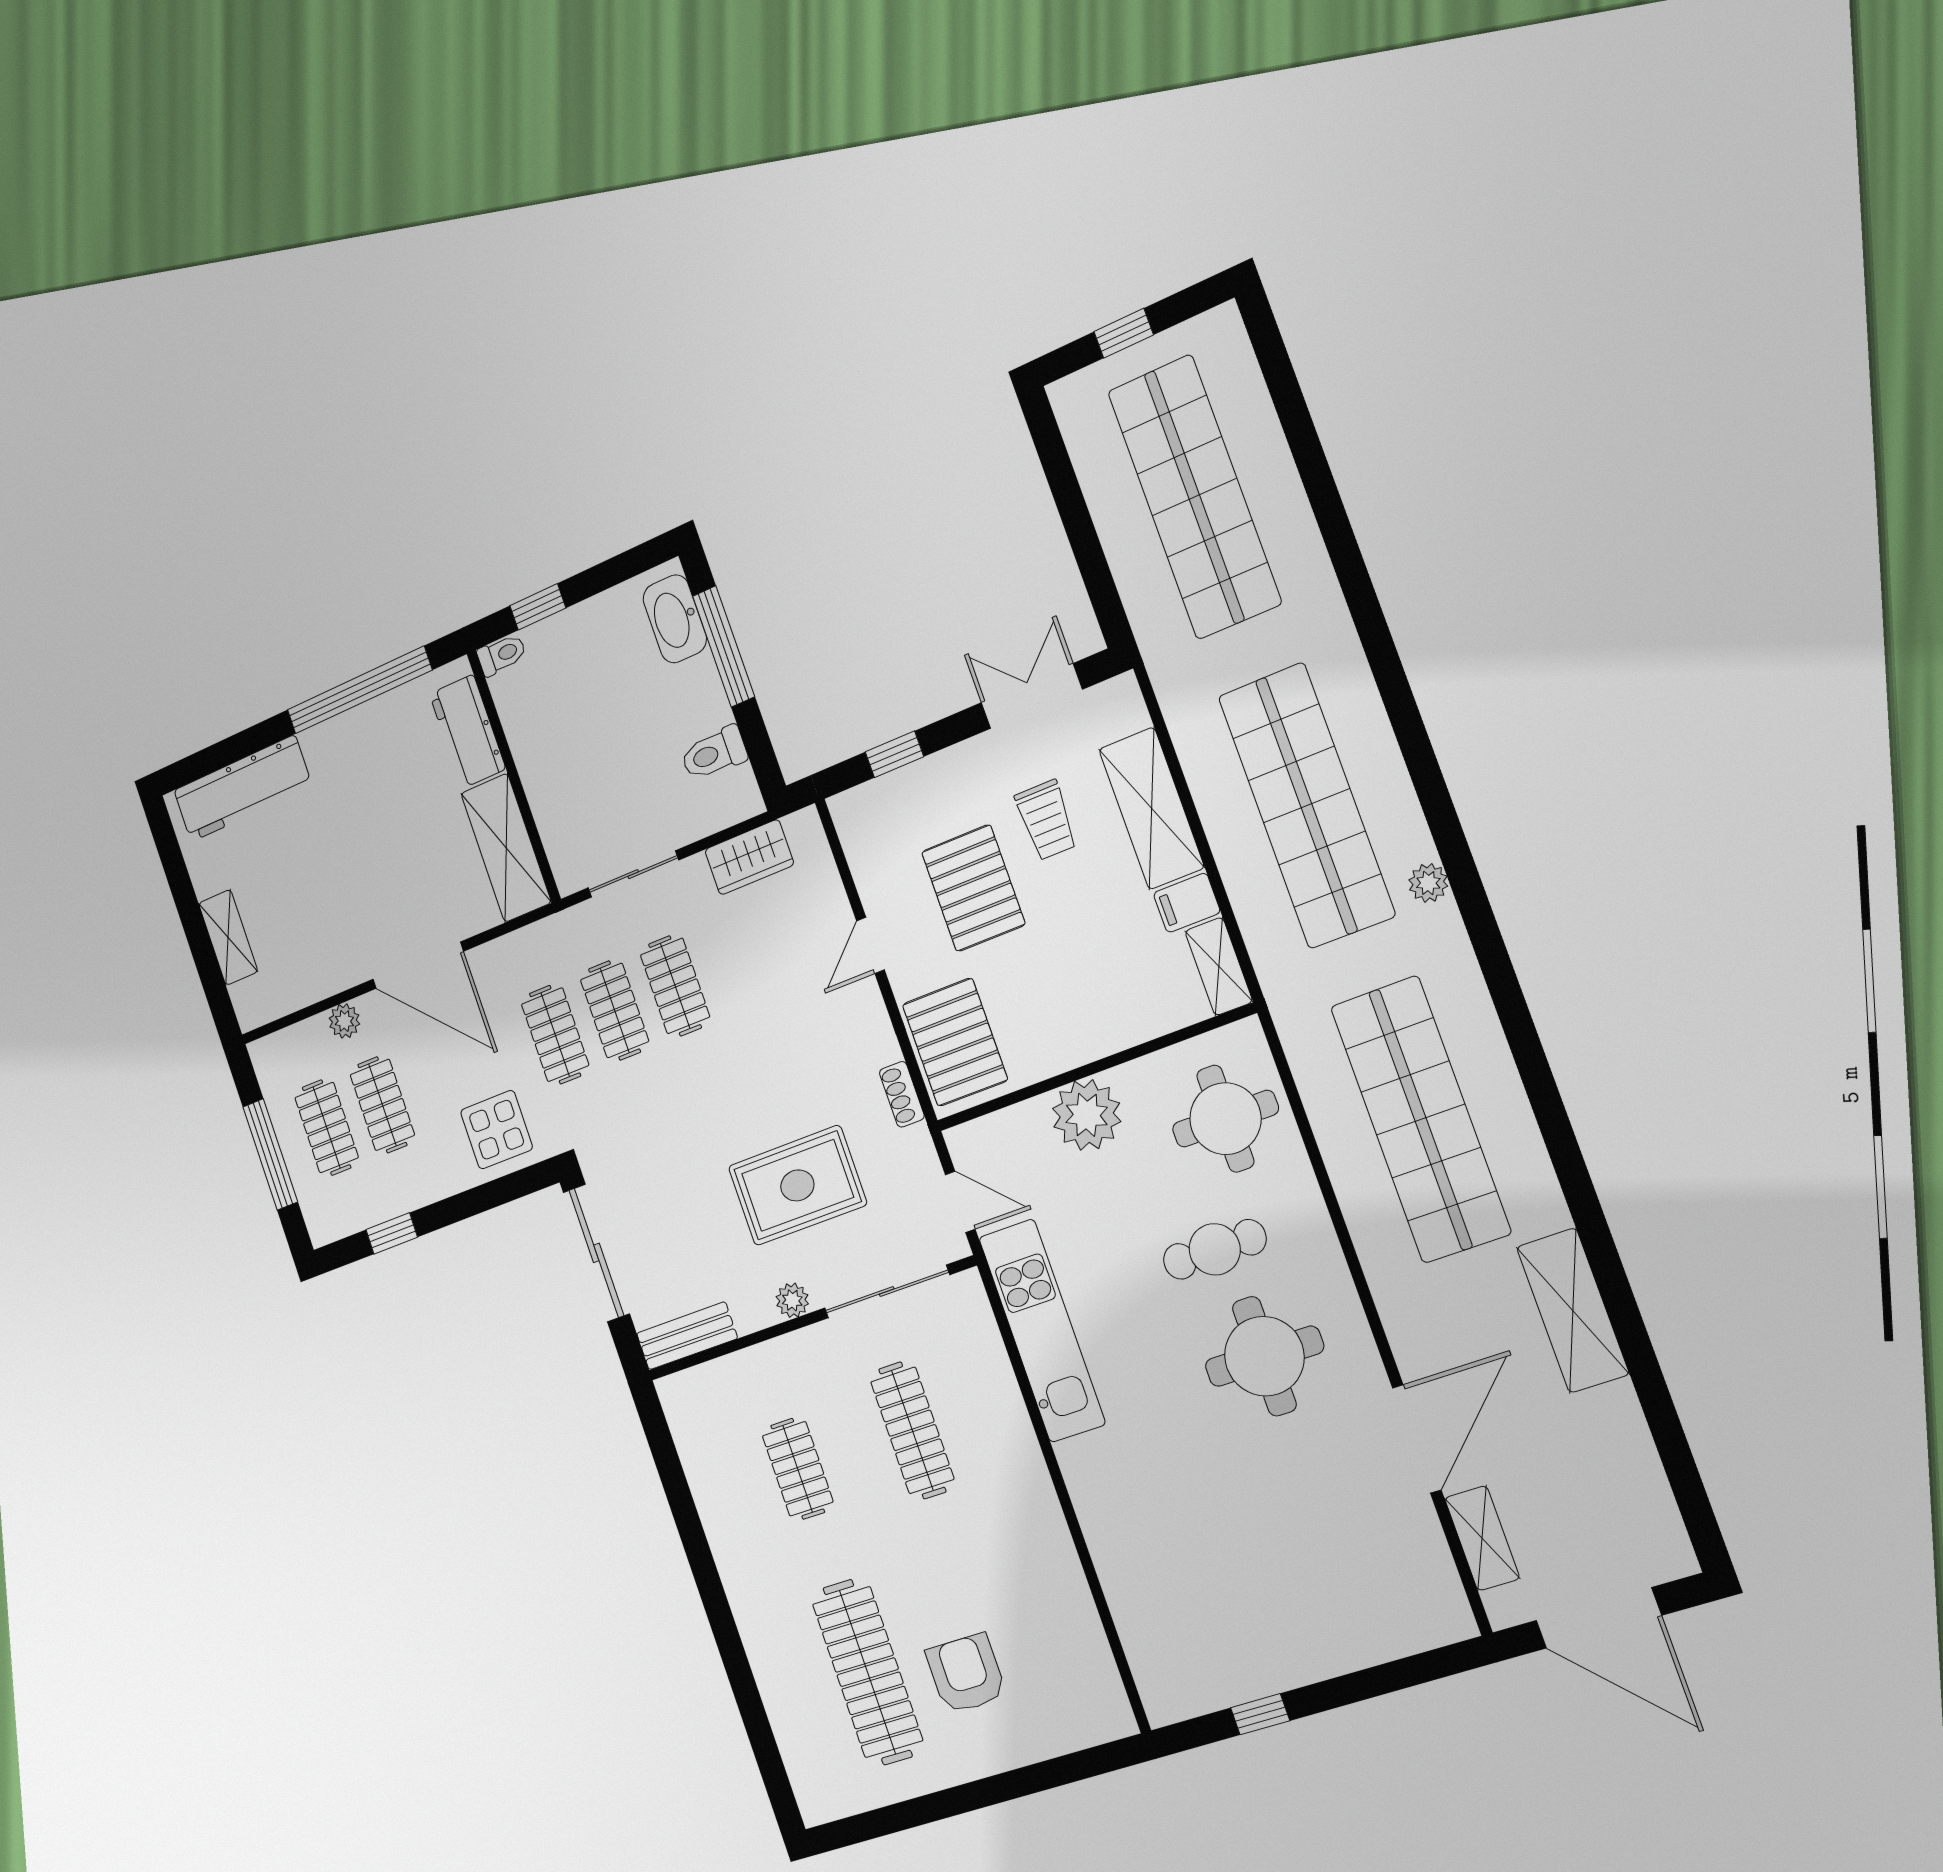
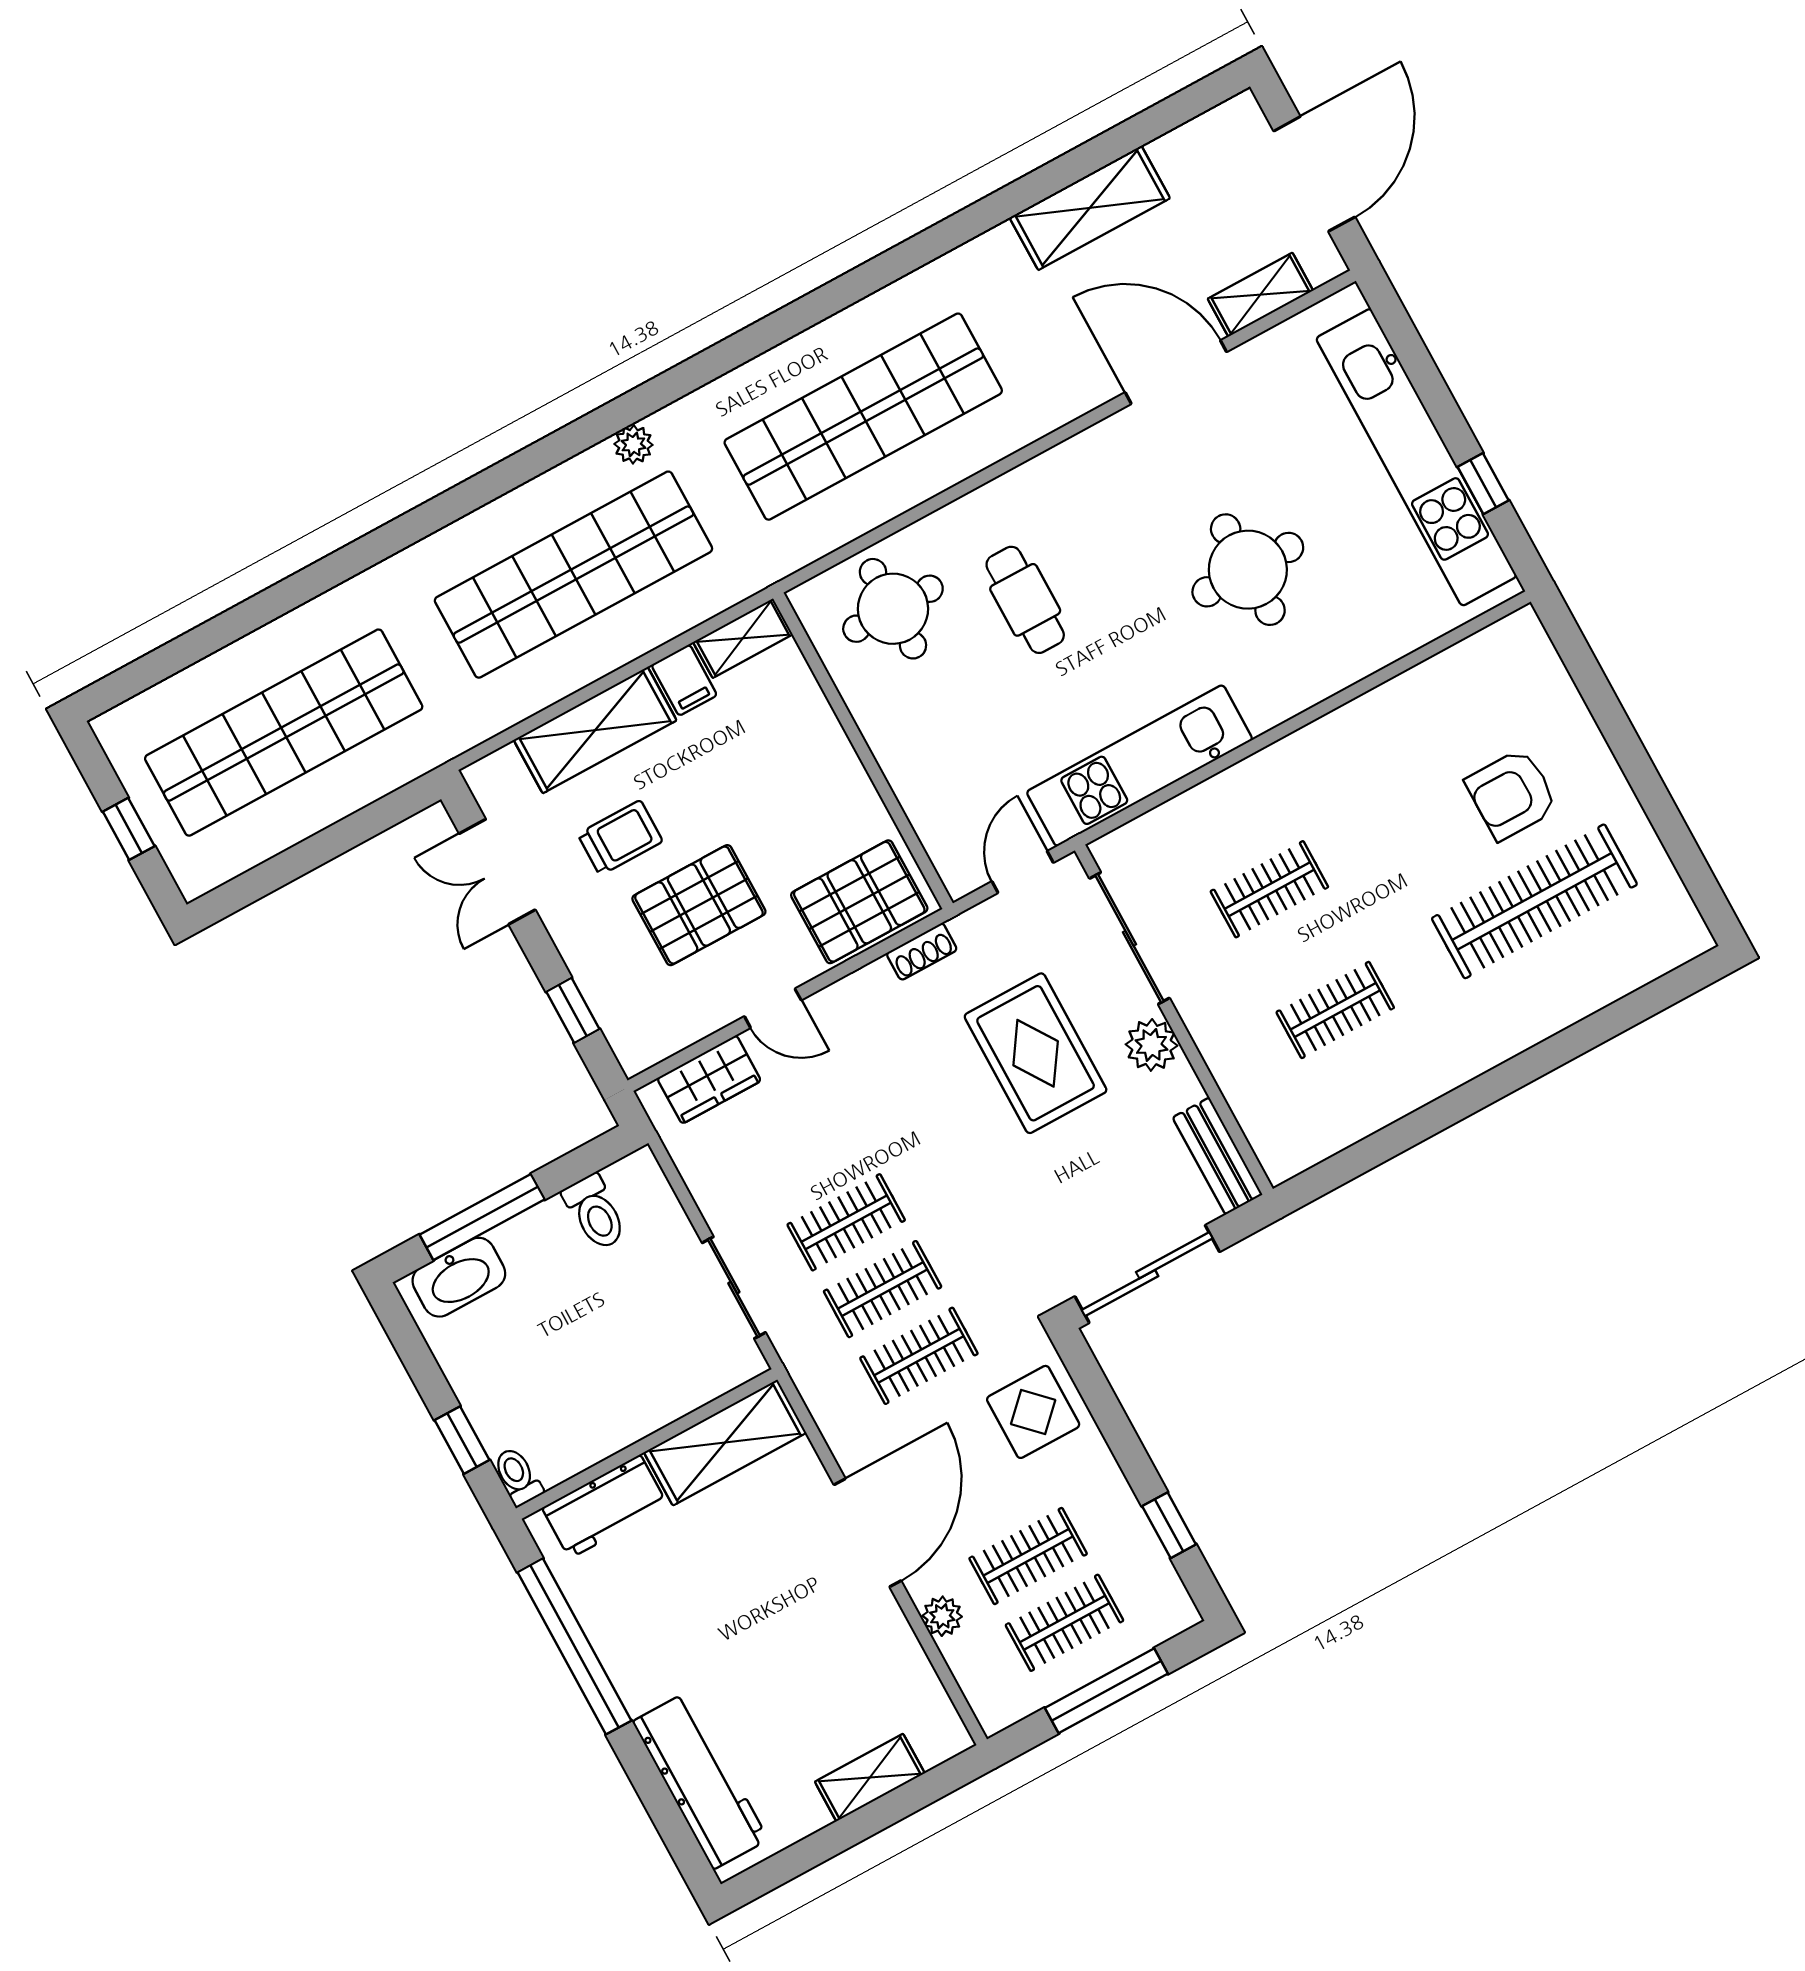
wardrobe: (749, 857) -> (709, 1079), moved, turned 90
plant: (1087, 1115) -> (912, 751), removed
plant: (792, 1300) -> (1152, 1045), width x1.38, depth x1.38
shelving: (1573, 1310) -> (1090, 208), moved
round table: (1264, 1356) -> (1248, 570), moved
clothes rail: (912, 1430) -> (1269, 889), width x0.73
kitchen unit: (1296, 1656) -> (1416, 457), added

